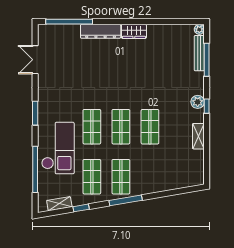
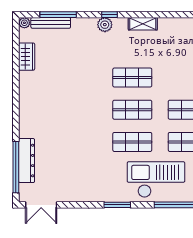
dresser: (101, 31) -> (27, 161), moved
wardrobe: (134, 31) -> (27, 57), moved
double door: (35, 60) -> (41, 205), moved

